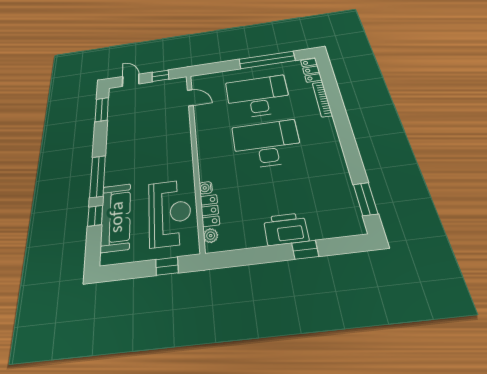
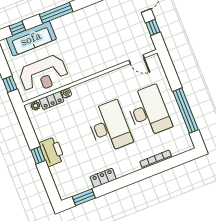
locker: (311, 70) -> (103, 178), moved
door: (190, 98) -> (137, 59), hinge flipped
window: (95, 216) -> (17, 28), moved
window: (305, 250) -> (38, 155), moved

